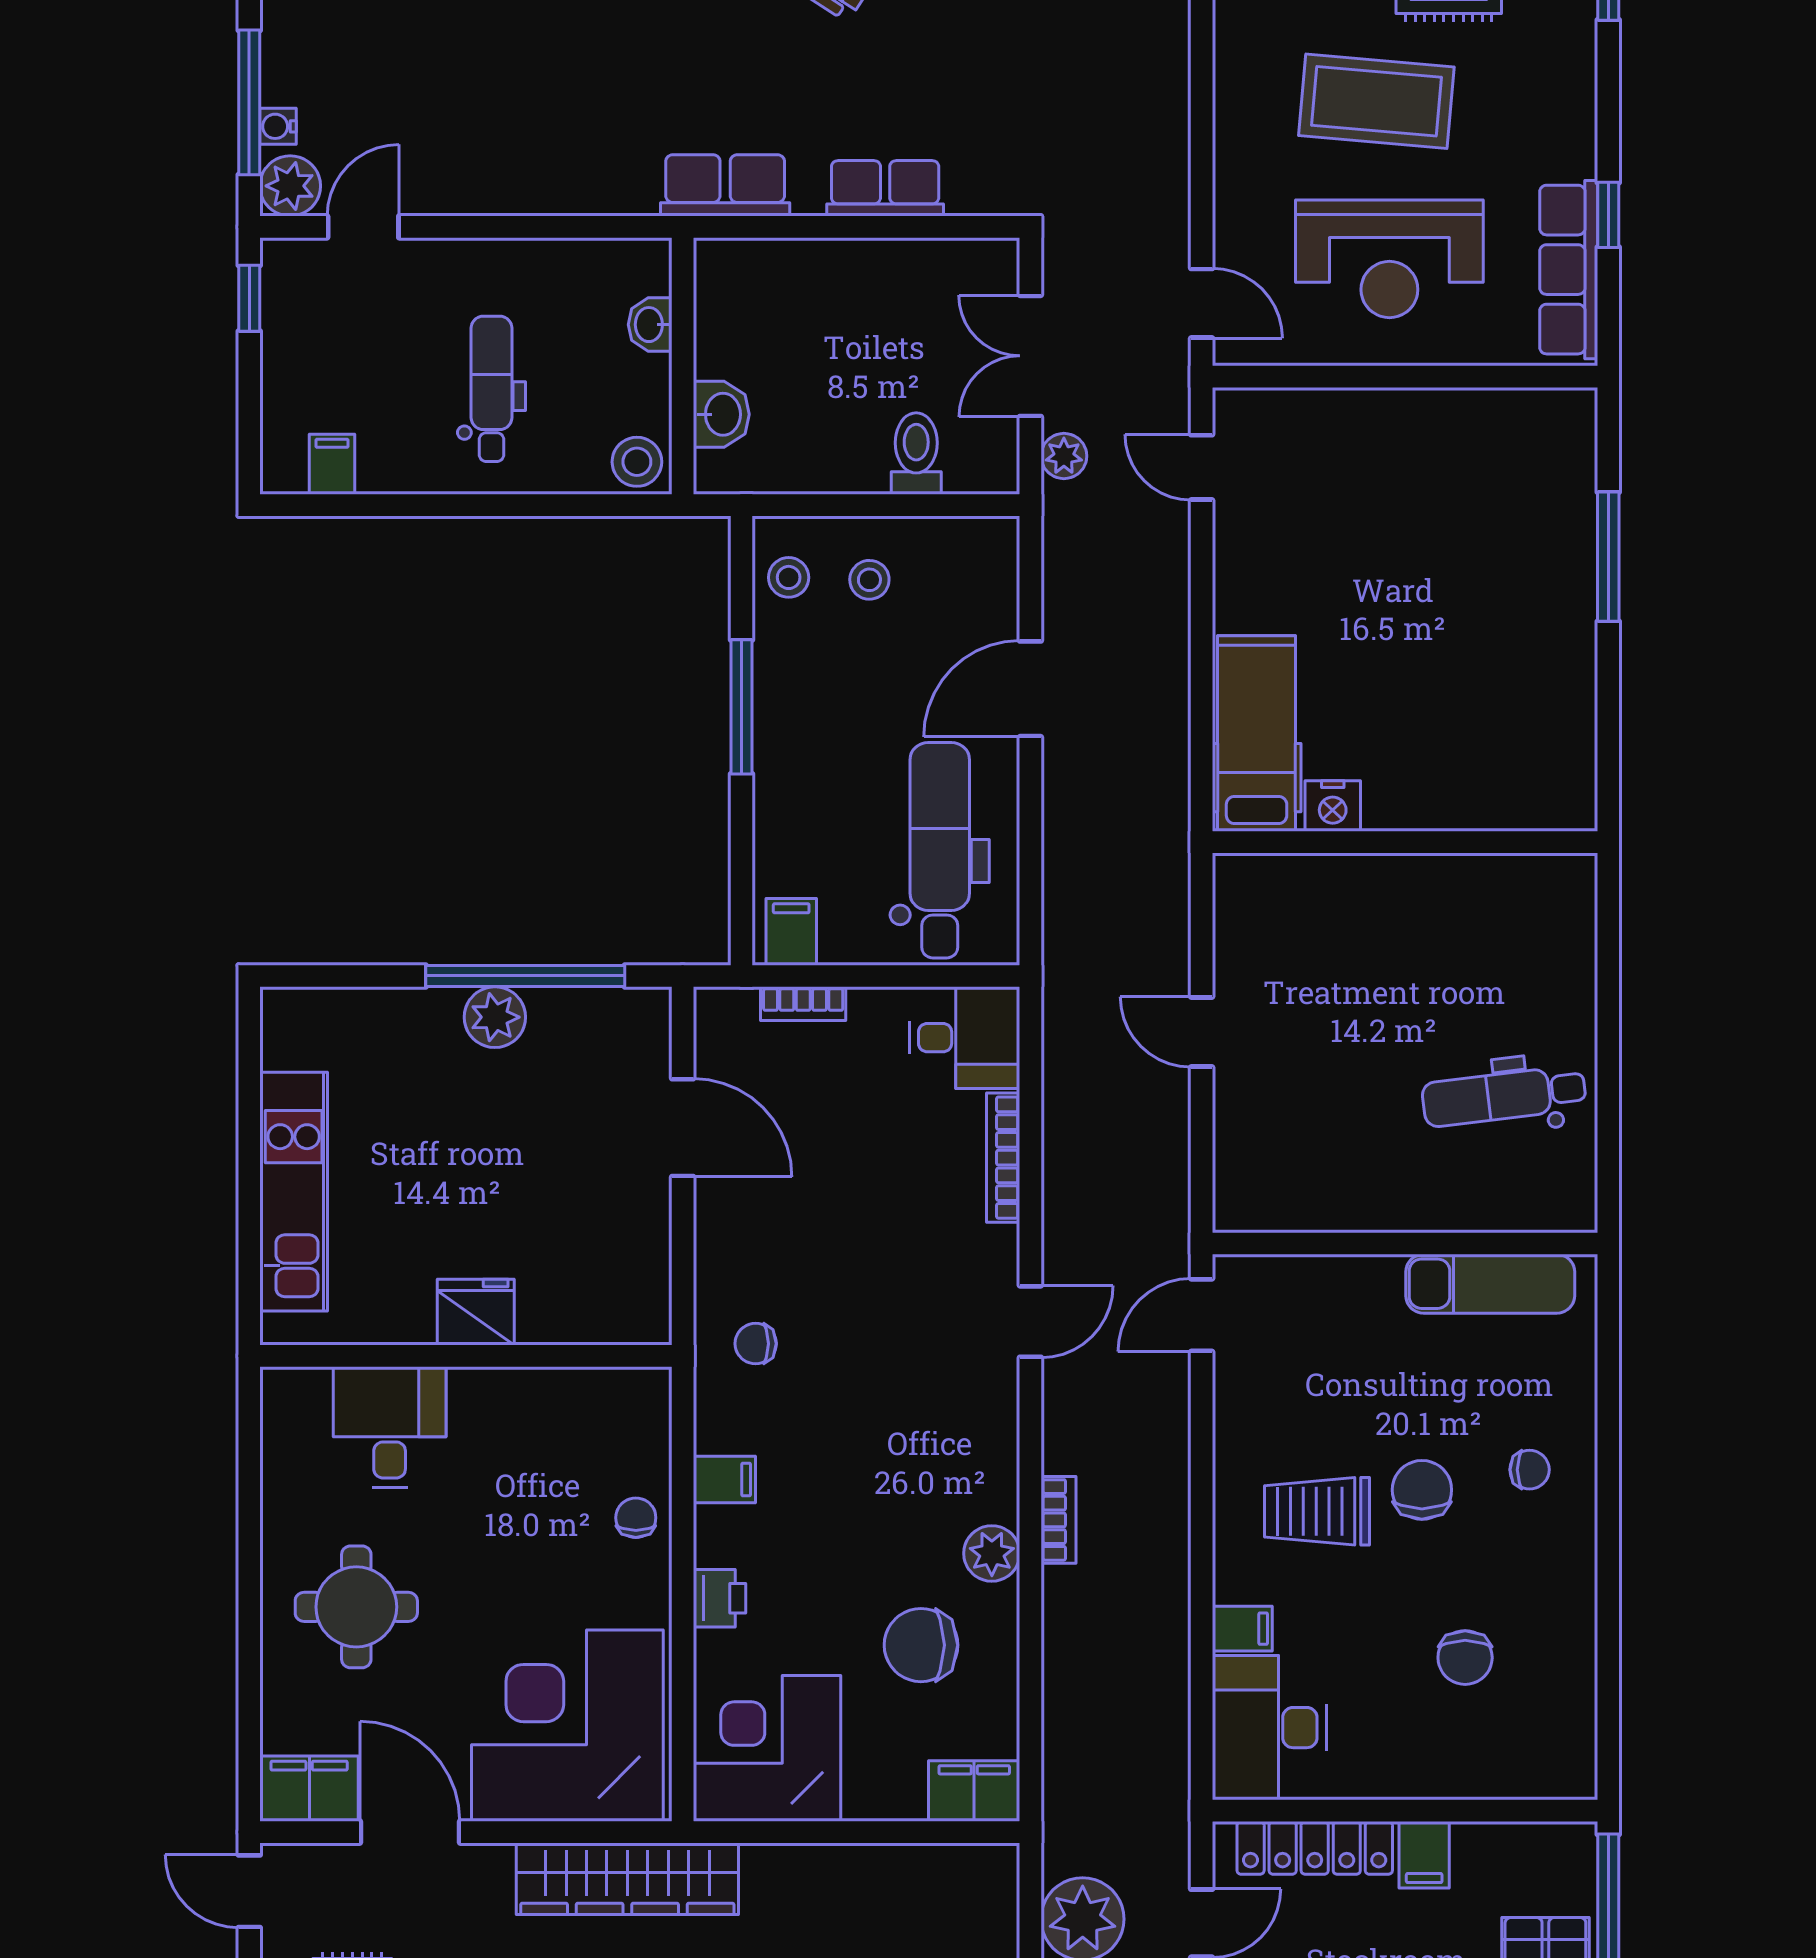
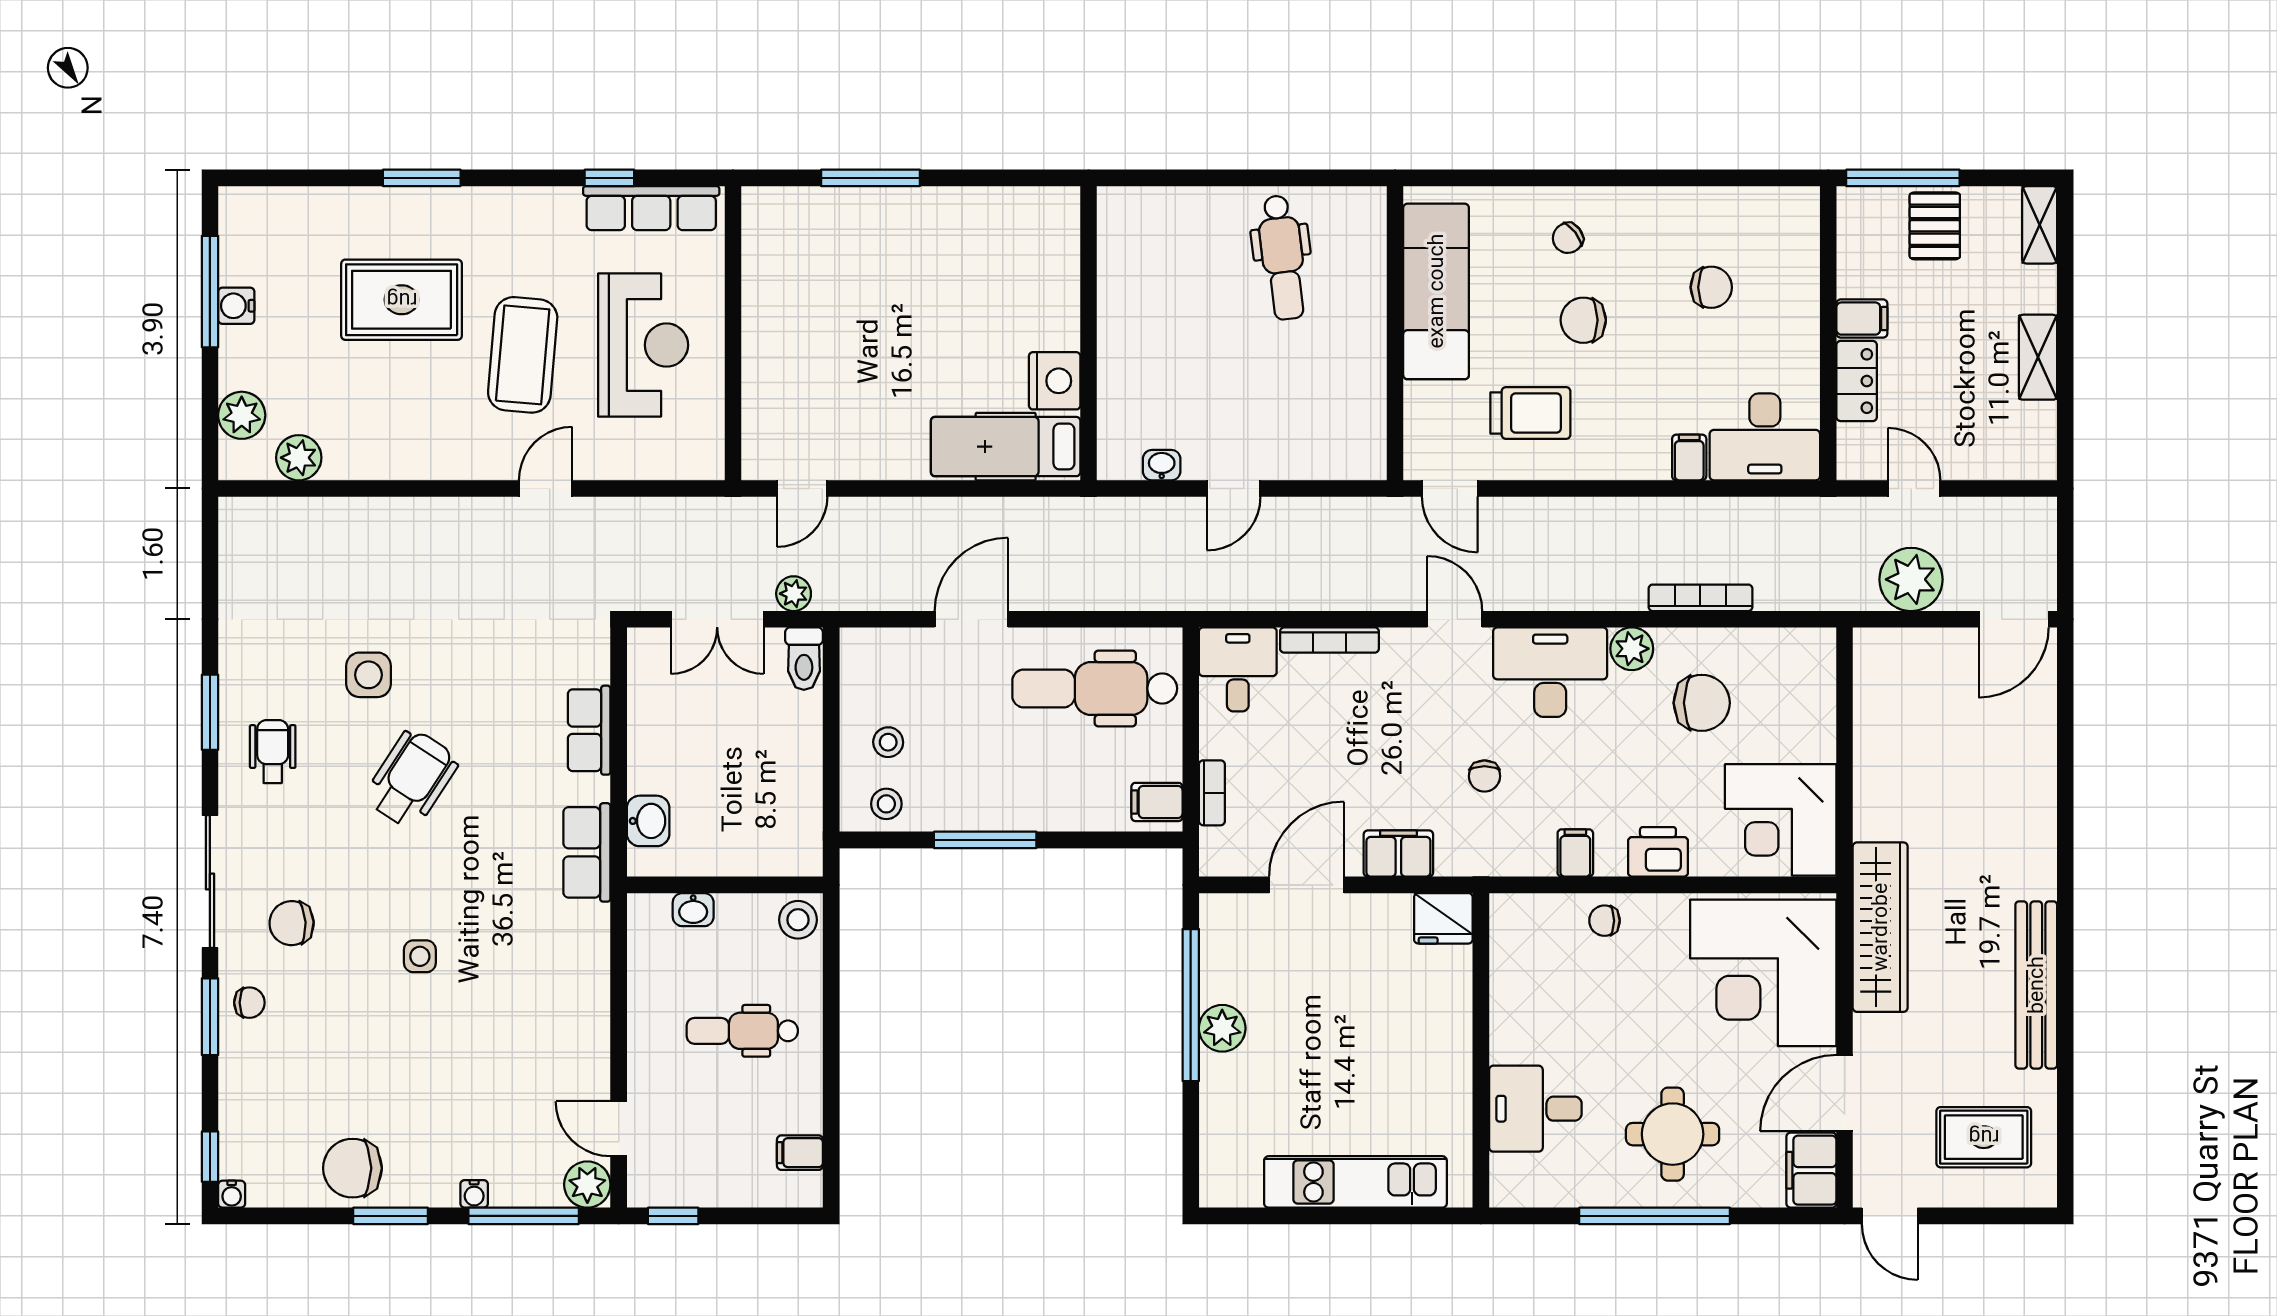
water cooler: (278, 126) -> (474, 1194), moved
door: (1202, 303) -> (546, 488), moved
washbasin: (721, 414) -> (648, 821), moved, turned 90
toilet: (916, 454) -> (804, 659), moved, turned -90
door: (1030, 689) -> (971, 619), swing flipped
nightstand: (1333, 806) -> (1055, 381), width x1.36, depth x1.33
washbasin: (1232, 938) -> (1162, 465), added
exam couch: (1490, 1284) -> (1436, 291), width x1.36, depth x1.45
fridge: (476, 1312) -> (1443, 918), moved, turned -90
chair: (756, 1344) -> (1484, 776), moved
desk: (961, 1447) -> (1550, 672), added
chair: (1530, 1470) -> (1568, 238), turned -127
trolley: (1317, 1511) -> (1530, 413), moved, turned -90
bookcase: (1058, 1520) -> (1700, 598), moved, width x1.56
window: (249, 1583) -> (1655, 1216), added
printer: (720, 1598) -> (1658, 852), width x1.36, depth x1.24
chair: (921, 1645) -> (1702, 703), turned -90
filing cabinet: (974, 1791) -> (1398, 854), moved, turned 90
locker: (1315, 1848) -> (1857, 381), width x0.66
door: (249, 1891) -> (1890, 1216), hinge flipped

